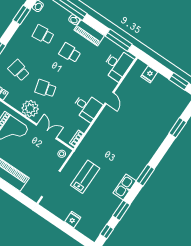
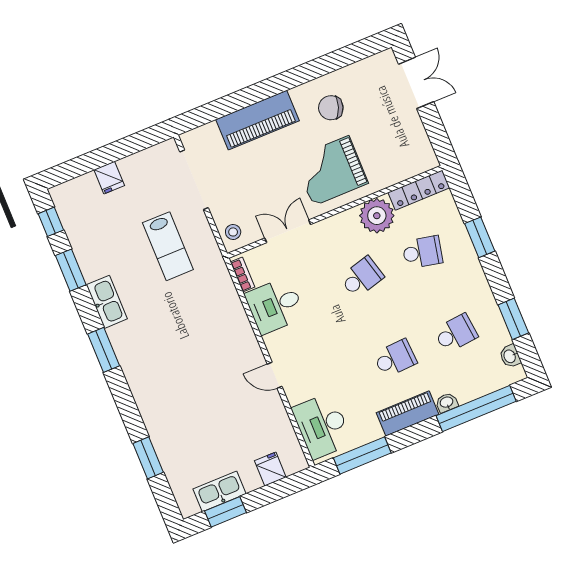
kitchen sink: (172, 89) -> (219, 491), added
desk: (87, 107) -> (275, 306), moved
plant: (30, 109) -> (377, 216), moved
double door: (47, 131) -> (288, 231), swing flipped

